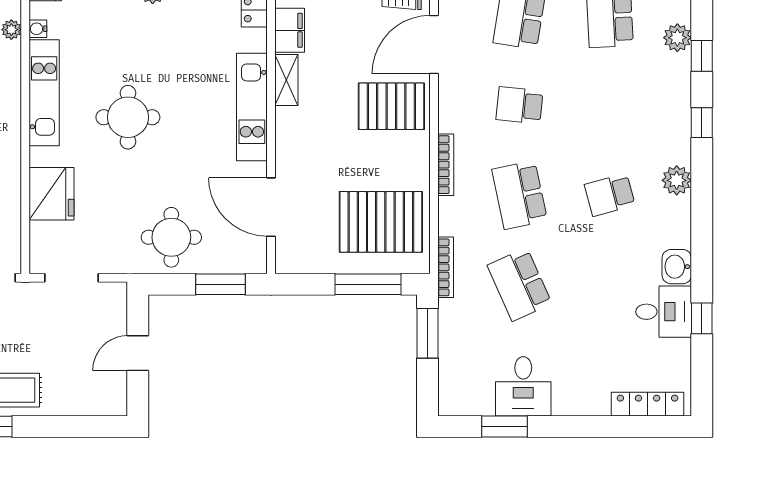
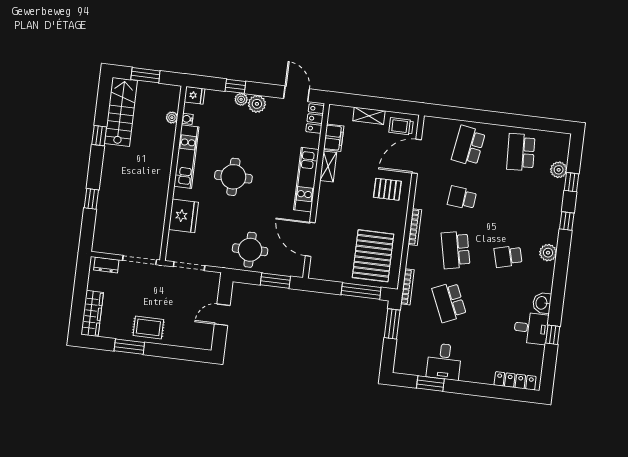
pallet: (391, 106) -> (387, 189), width x0.67, depth x0.71
pallet: (381, 222) -> (373, 256), turned 90

